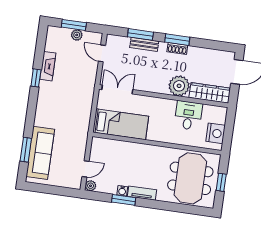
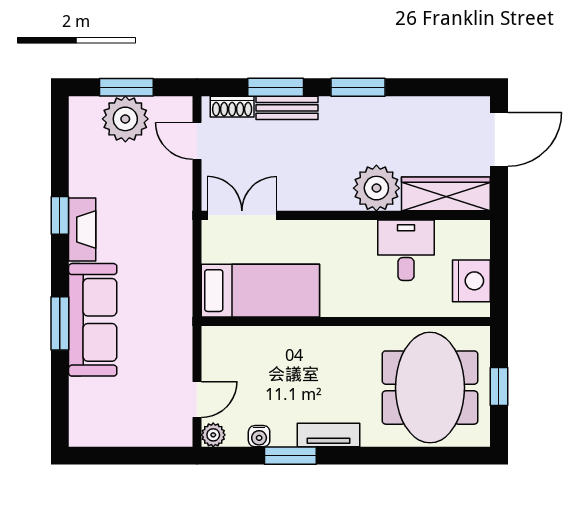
plant: (77, 35) -> (125, 119), width x1.88, depth x1.88
shoe rack: (177, 49) -> (232, 107), moved
fireplace: (48, 66) -> (82, 230), moved
window: (26, 150) -> (60, 323), moved
sofa: (40, 153) -> (93, 320), moved
water cooler: (122, 191) -> (259, 436), moved

